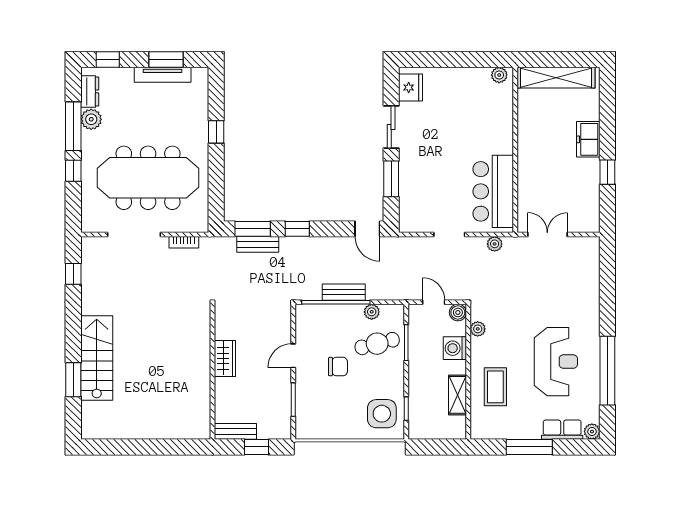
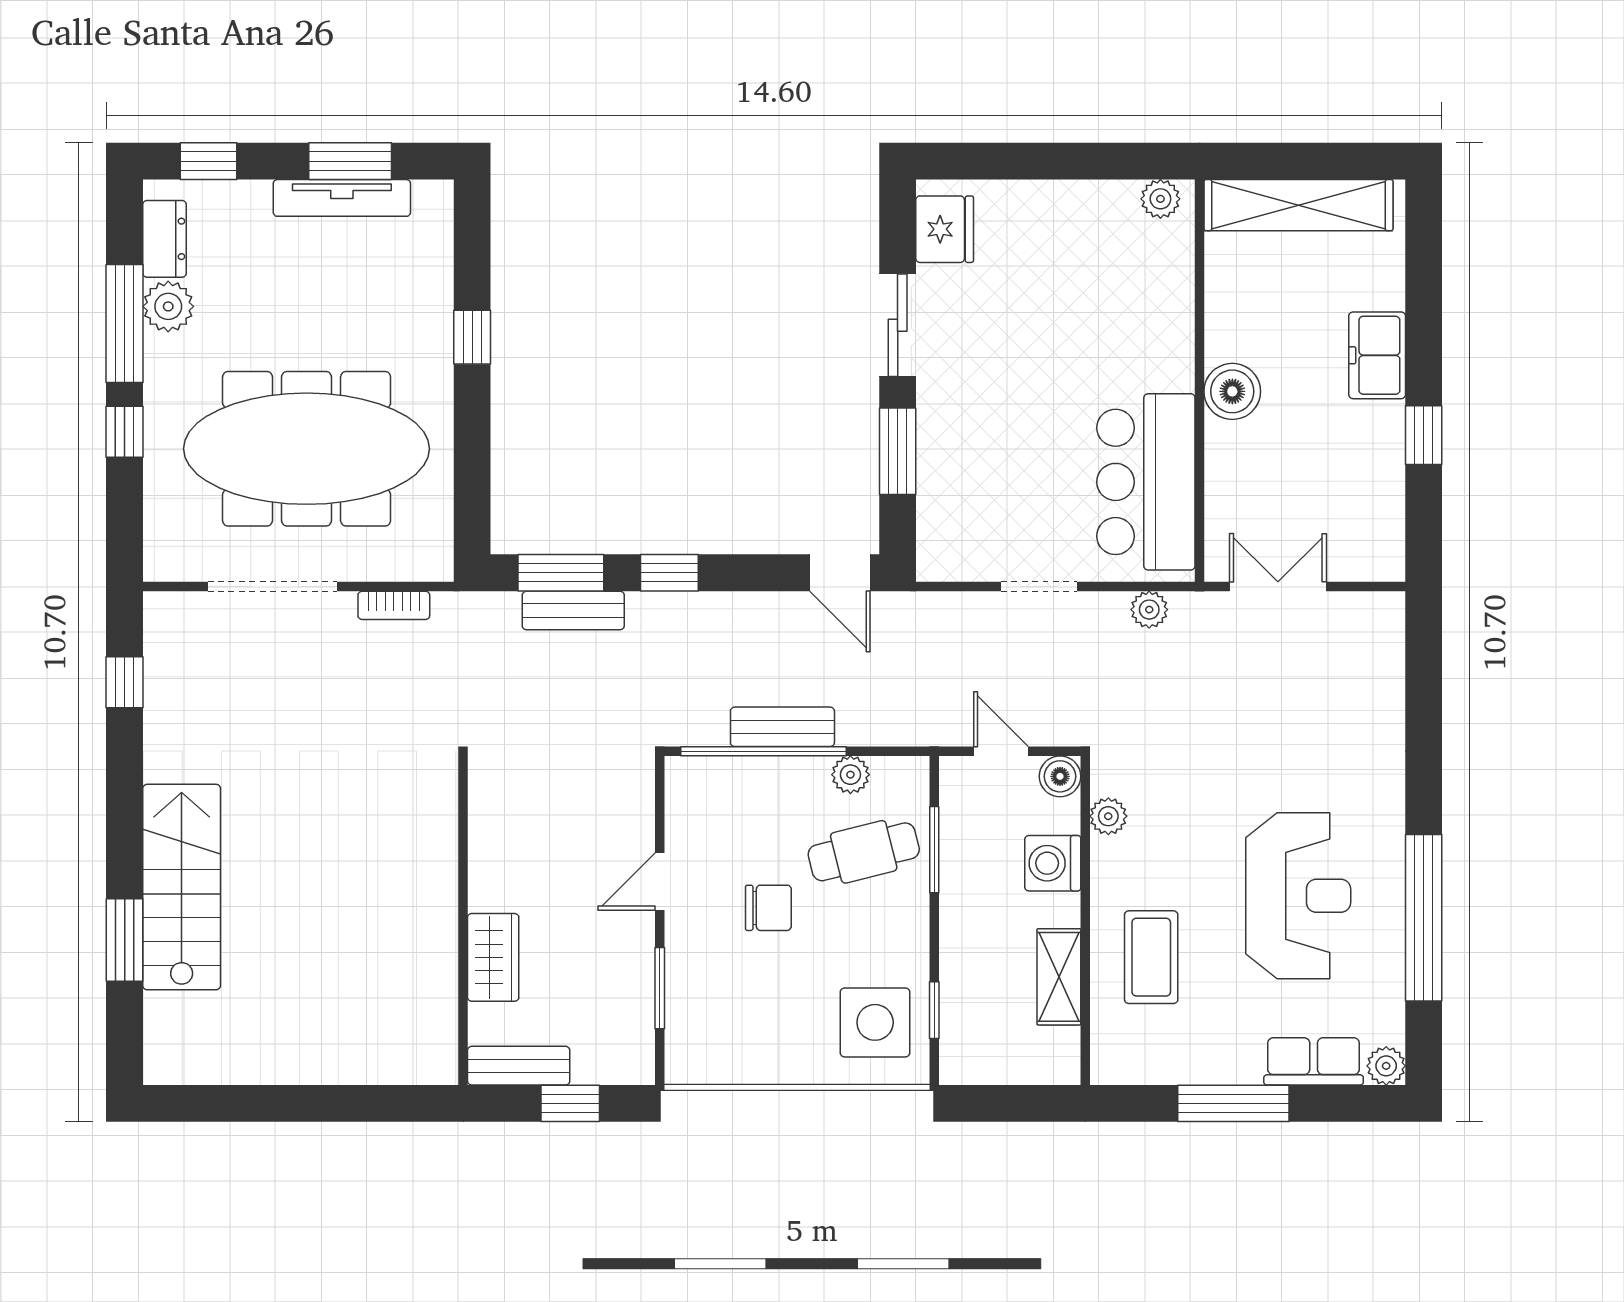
boiler: (529, 154) -> (1232, 391), added
wardrobe: (225, 358) -> (493, 957), moved

